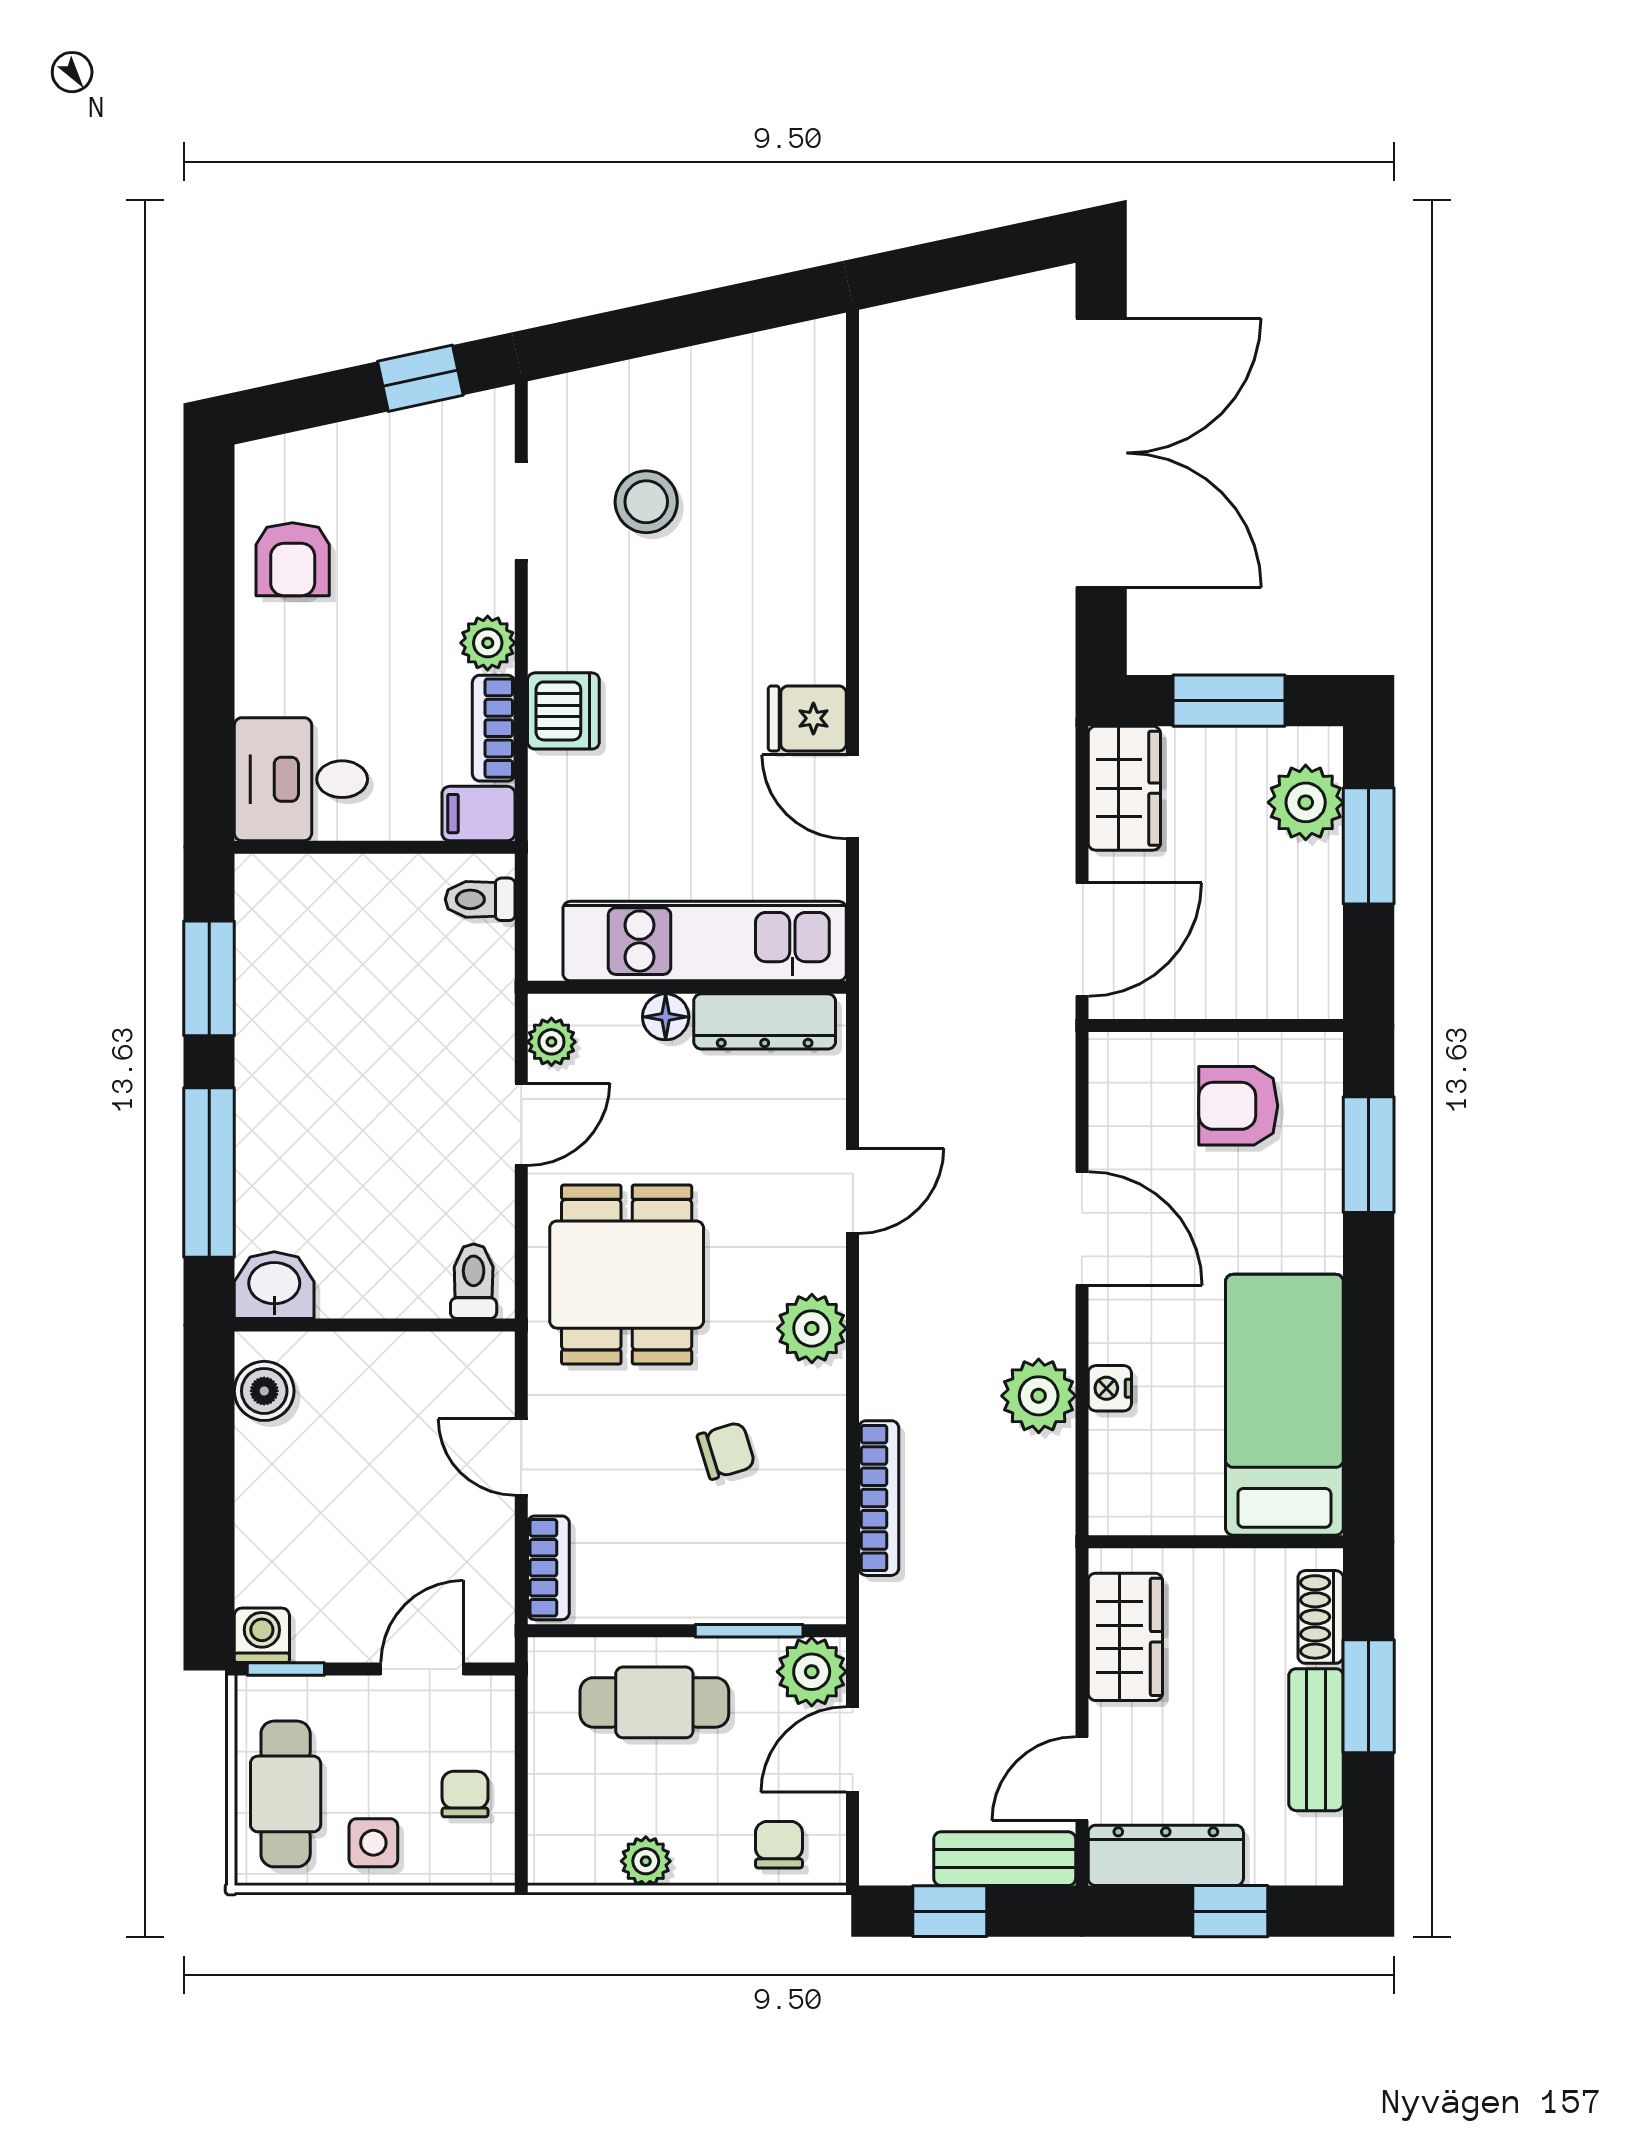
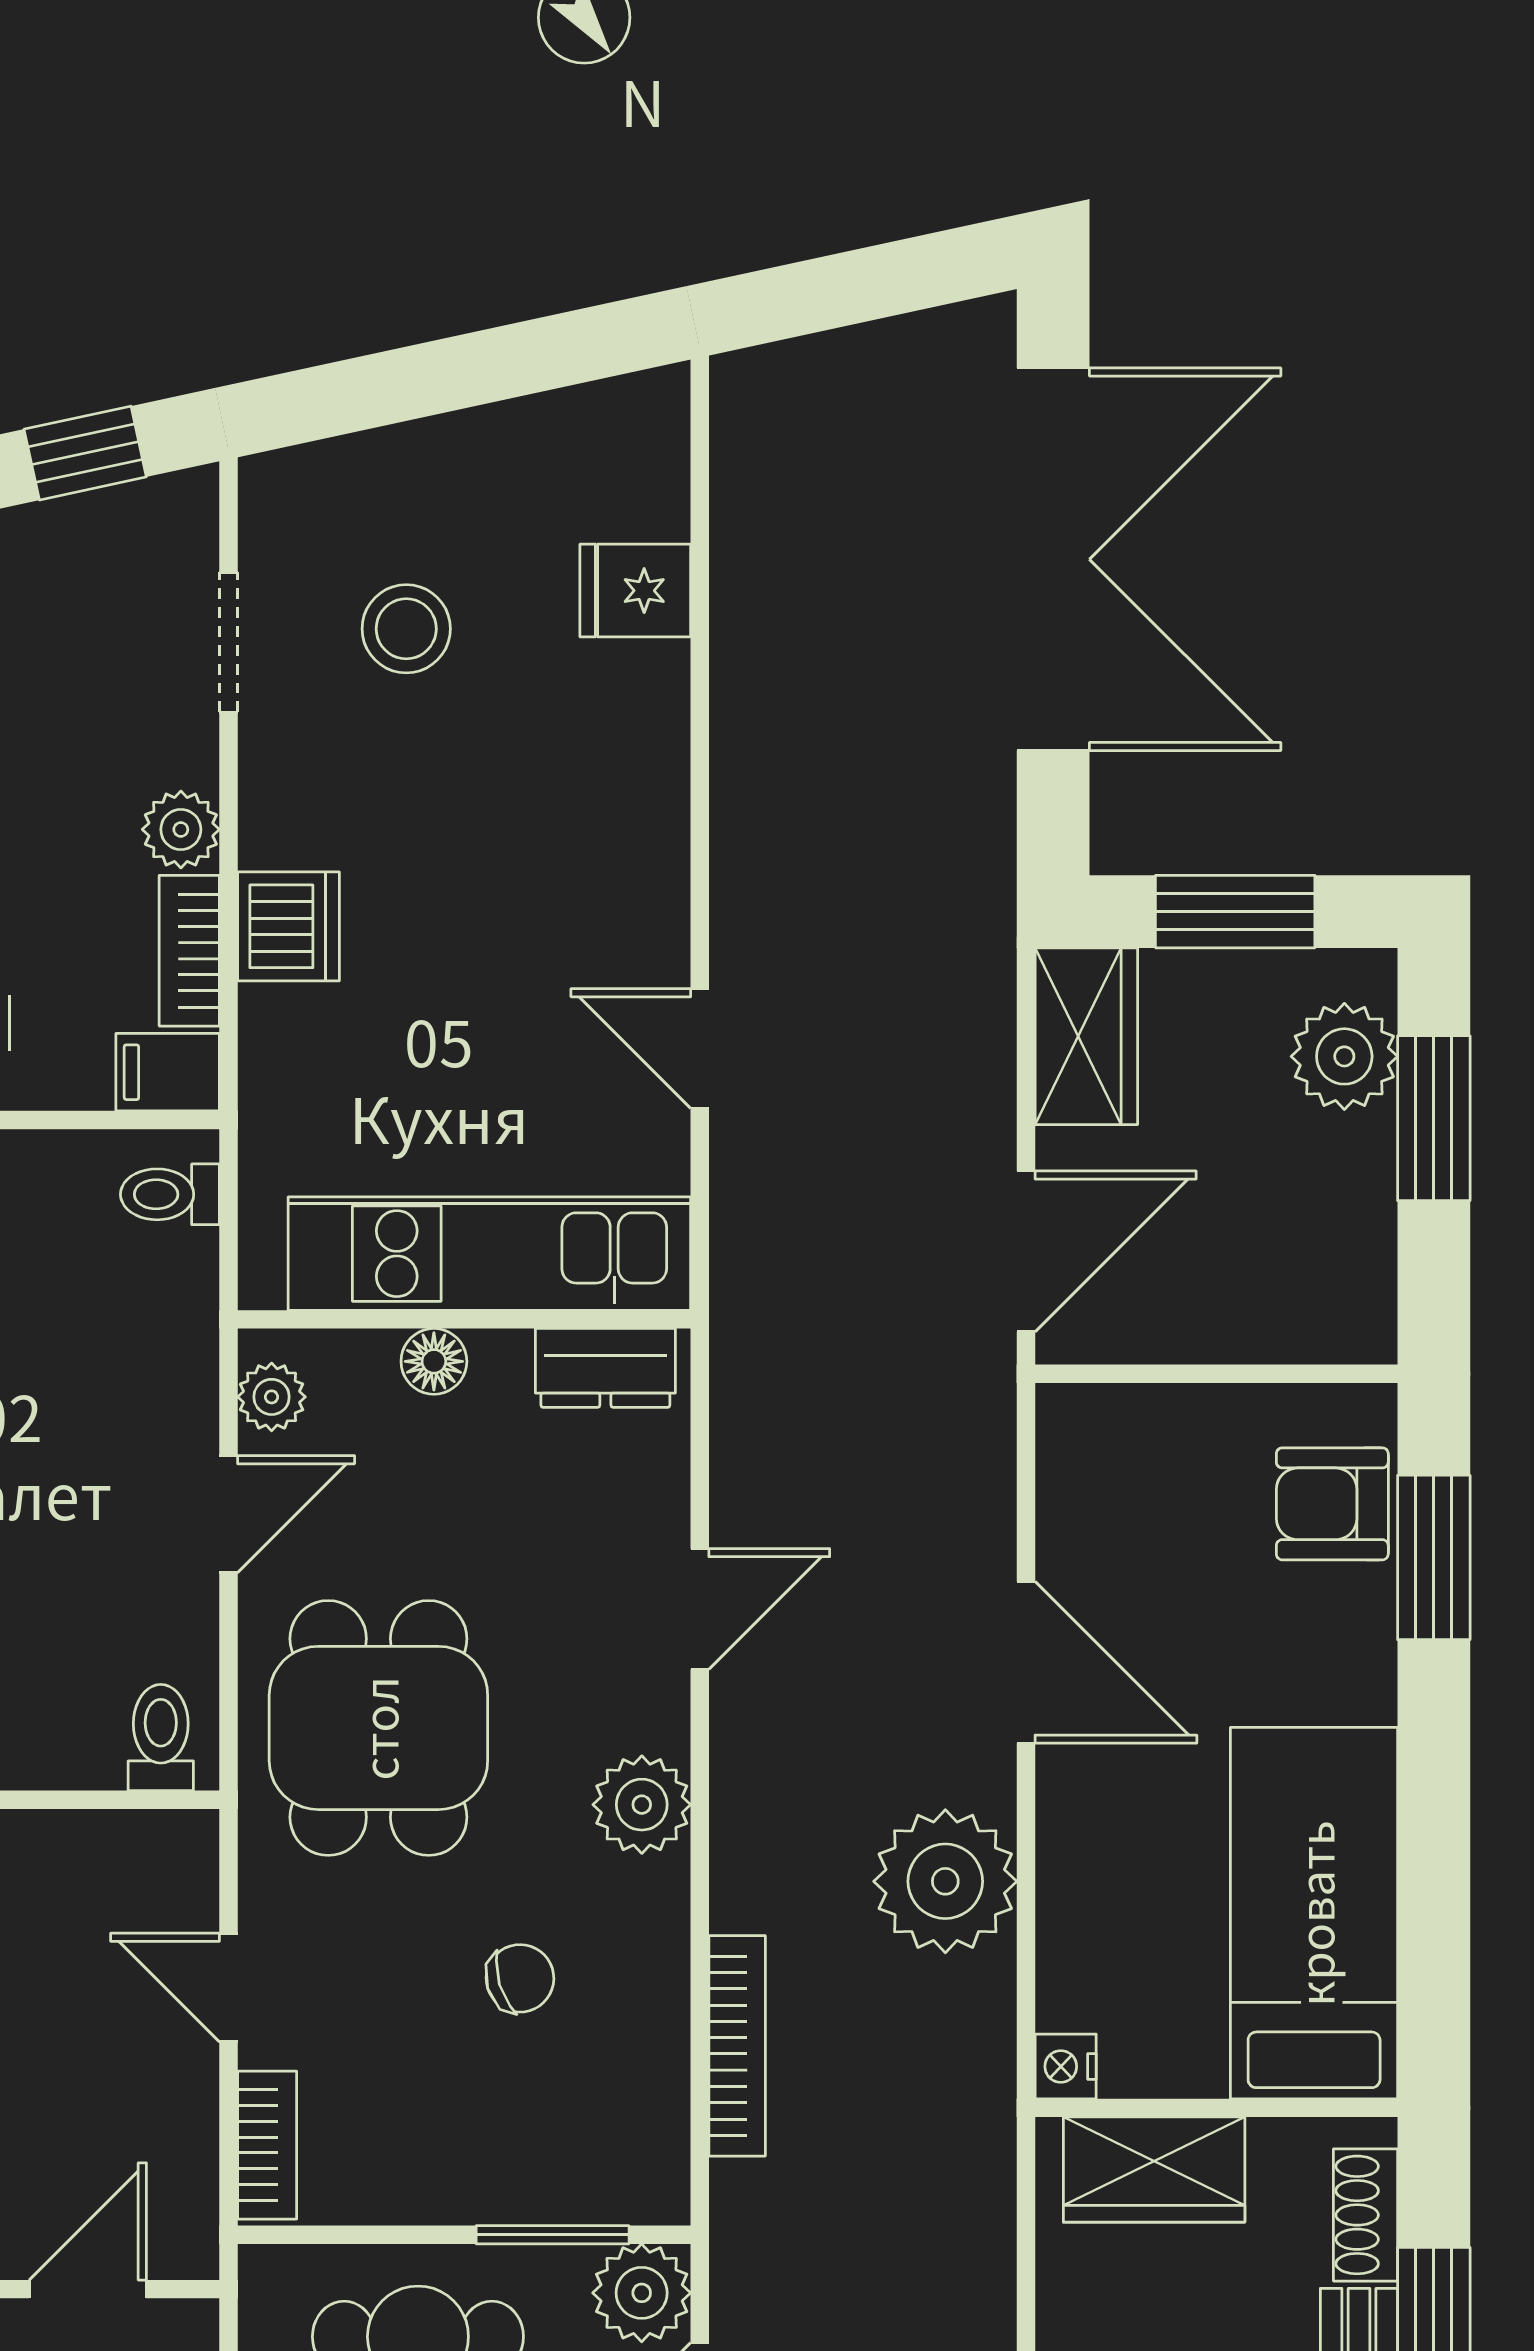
fridge: (807, 718) -> (635, 591), moved
dresser: (765, 1021) -> (605, 1368), width x0.70
armchair: (1238, 1106) -> (1332, 1504), moved
nightstand: (1110, 1388) -> (1066, 2066), moved
plant: (1039, 1396) -> (945, 1881), width x1.36, depth x1.36
wardrobe: (1125, 1637) -> (1154, 2170), moved, turned 90

